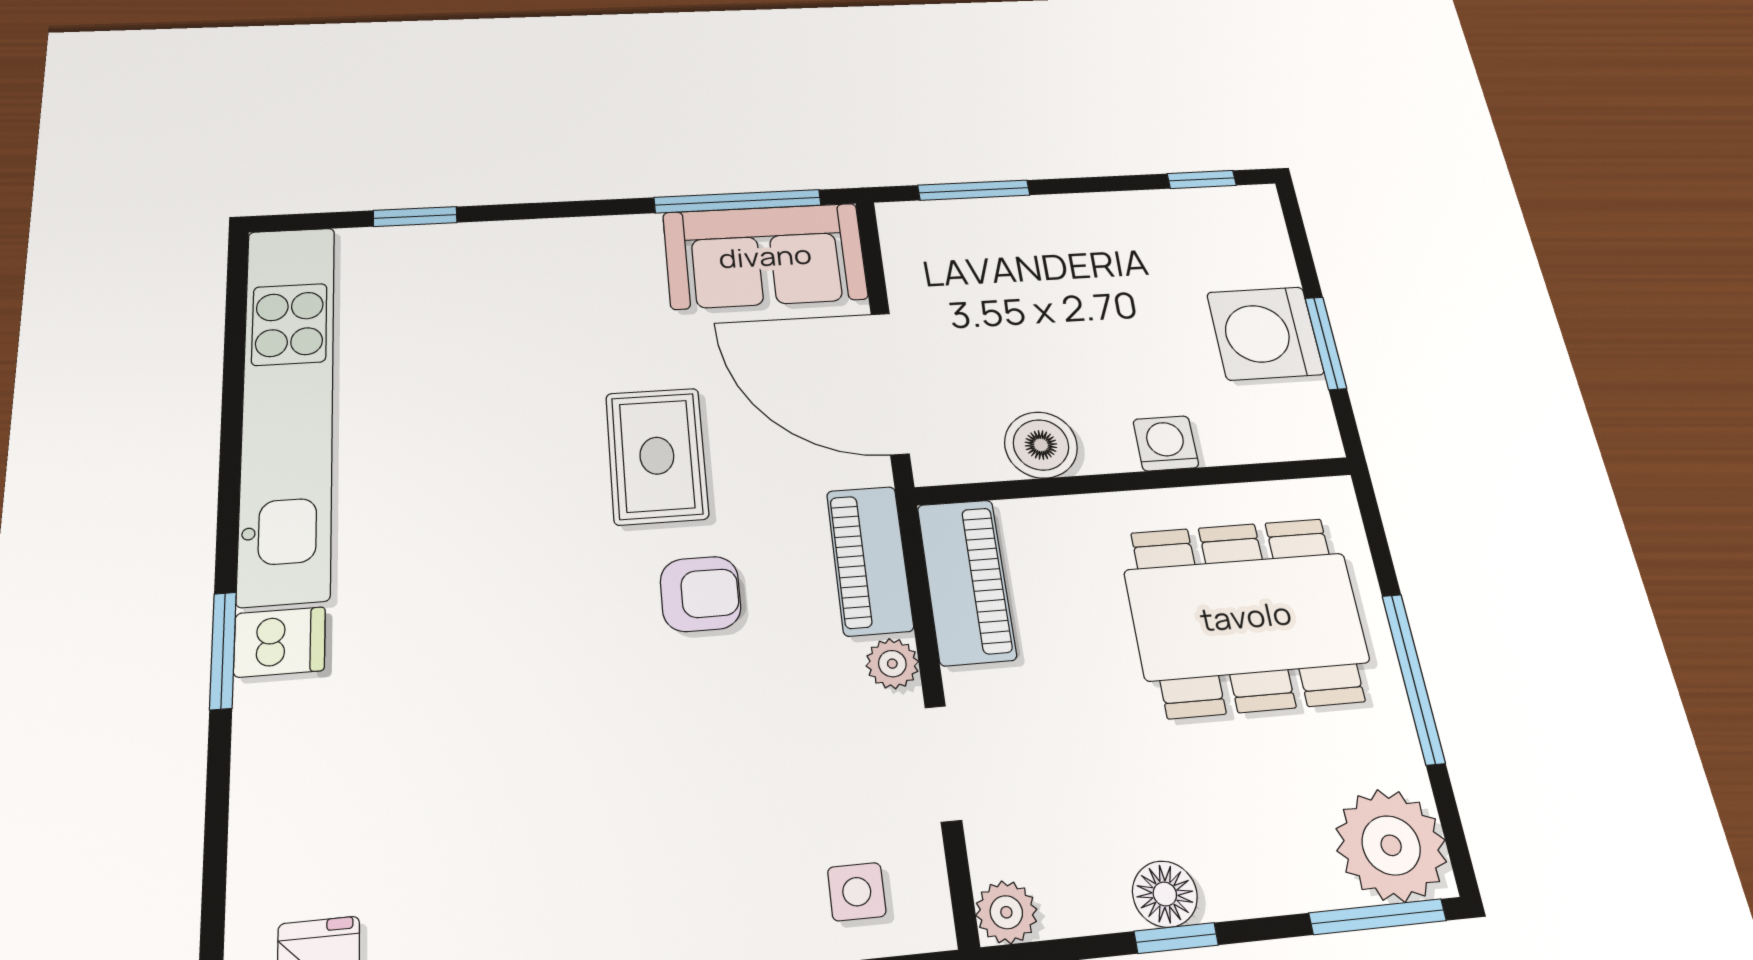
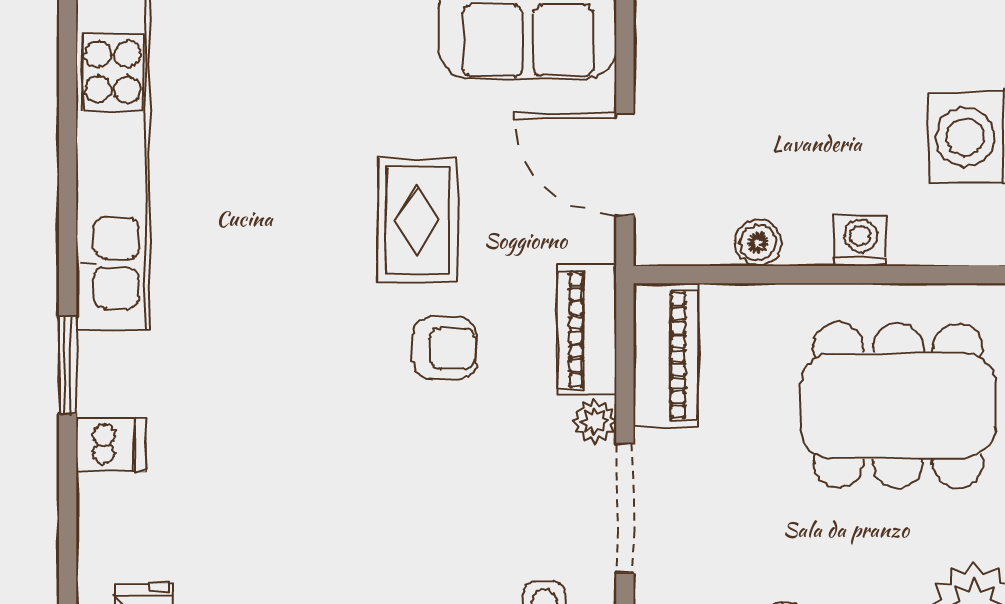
door: (890, 383) -> (625, 164), width x0.73
boiler: (1041, 445) -> (758, 243), width x0.73, depth x0.73
dishwasher: (280, 642) -> (111, 444), moved
doorway: (943, 763) -> (625, 508), width x1.38

